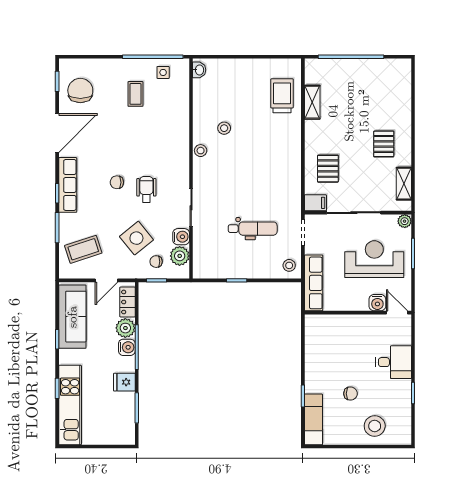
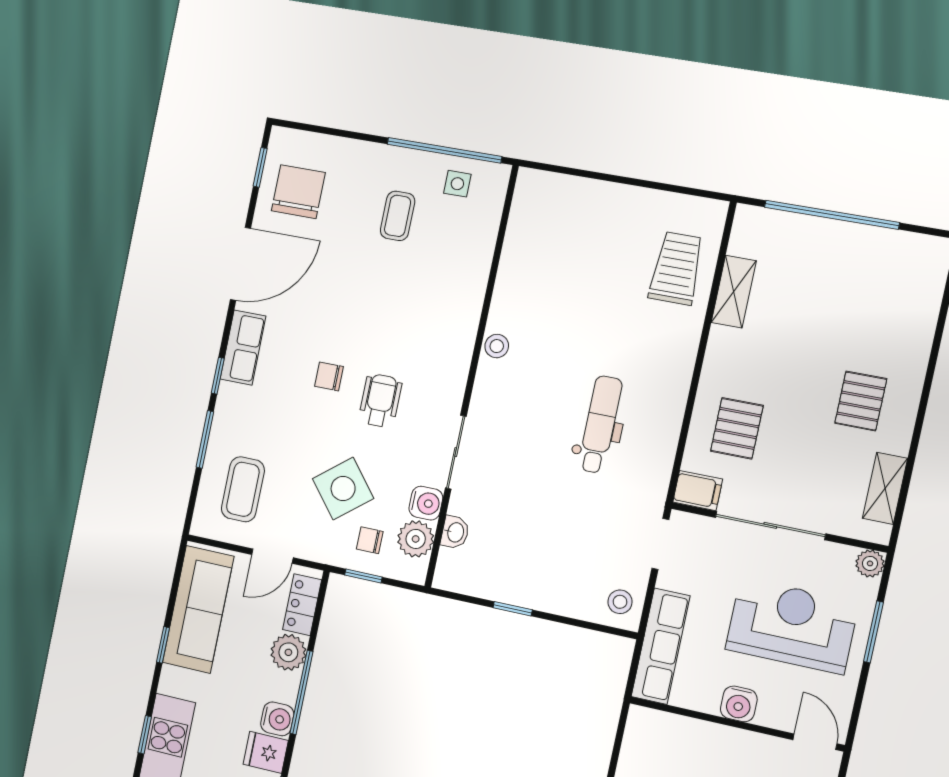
washbasin: (199, 70) -> (455, 532), moved
stool: (224, 128) -> (551, 311), removed
row of seats: (68, 185) -> (243, 348), width x0.68
dental chair: (253, 229) -> (600, 424), moved, turned -90
coffee table: (83, 249) -> (243, 489), turned -72
water cooler: (377, 303) -> (739, 704), moved
water cooler: (127, 347) -> (277, 719), moved

